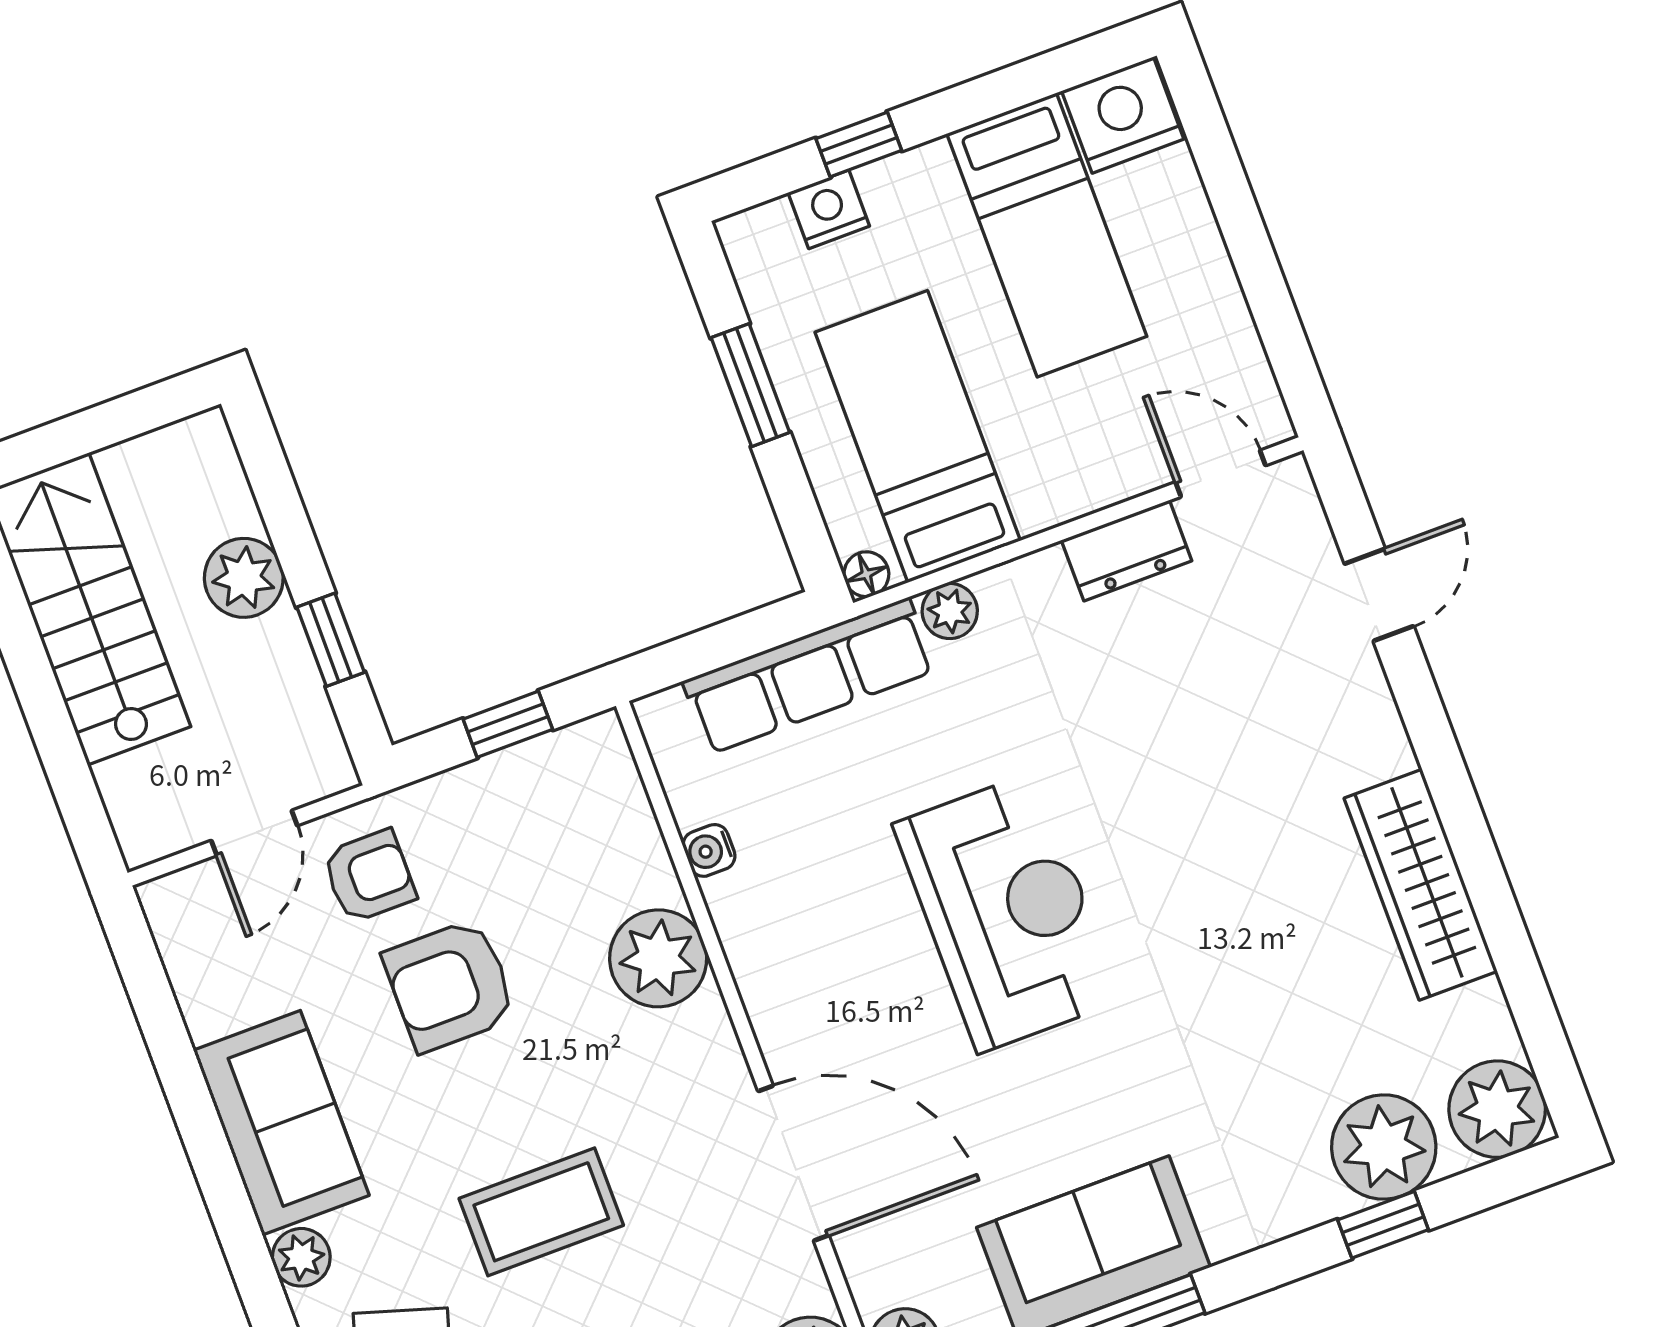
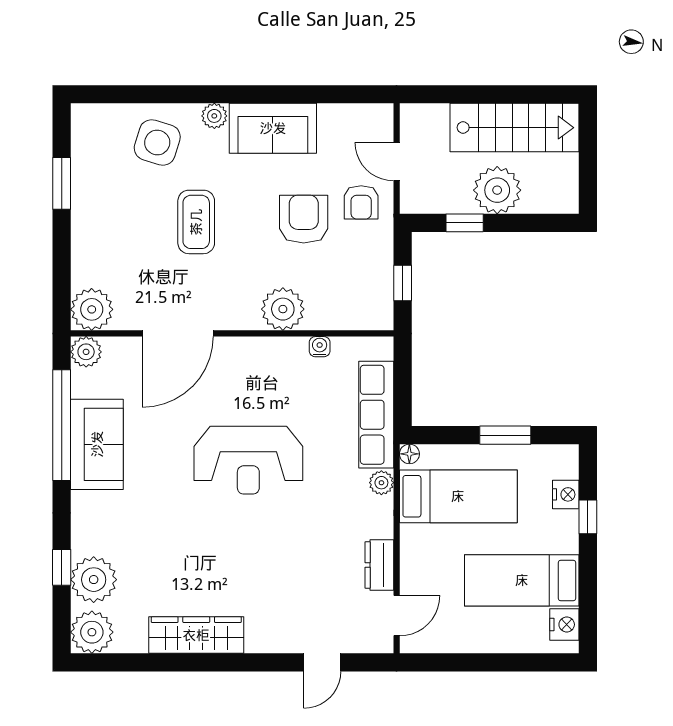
nightstand: (1123, 115) -> (564, 625), width x0.74, depth x0.75
plant: (244, 578) -> (497, 190), width x1.36, depth x1.36
door: (1379, 595) -> (322, 662), hinge flipped

